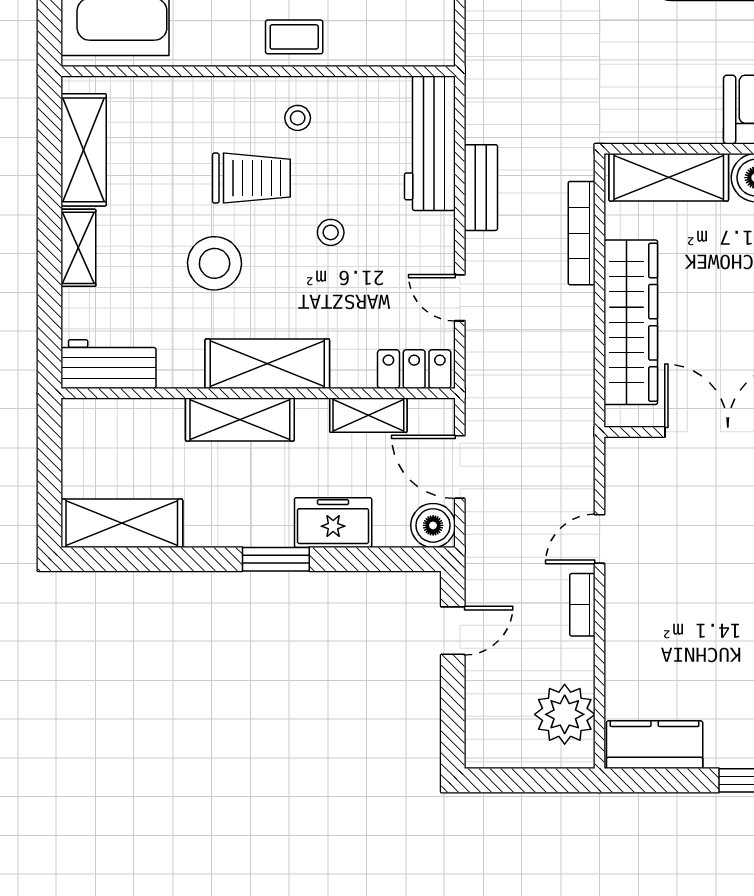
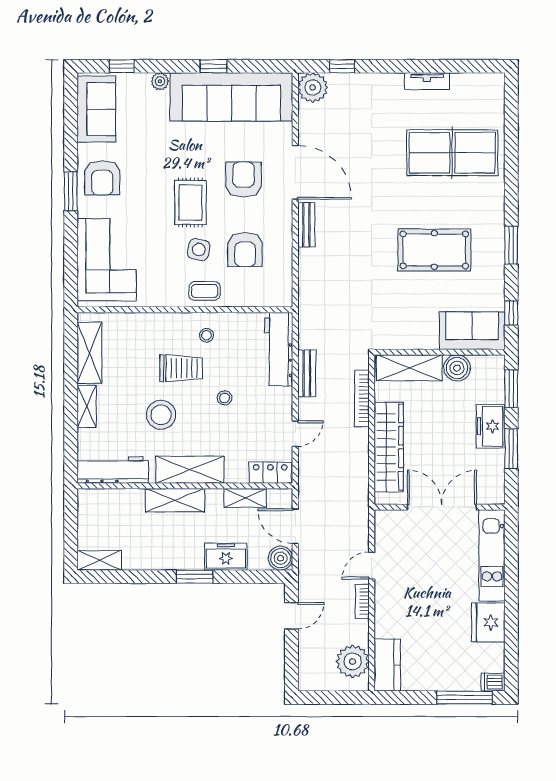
door: (460, 298) -> (295, 434), swing flipped
workbench: (108, 364) -> (113, 470), width x1.38
shelving: (122, 523) -> (99, 560), width x0.67, depth x0.75
kitchen counter: (655, 745) -> (387, 665), moved, turned 90

